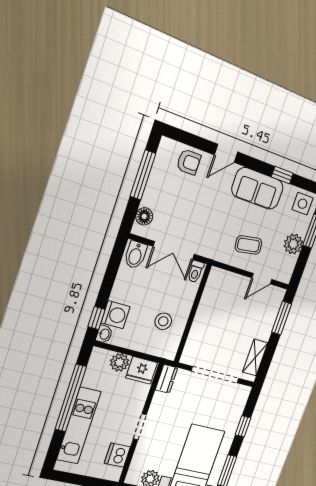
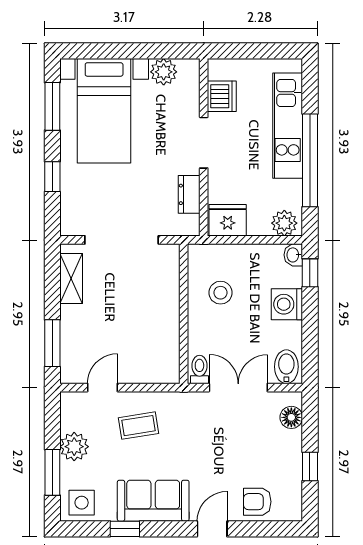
window: (143, 175) -> (310, 467), width x0.46
washing machine: (116, 315) -> (287, 304), moved
plant: (119, 362) -> (284, 223), moved
dresser: (166, 379) -> (189, 194), moved
doorway: (140, 427) -> (204, 143), width x1.38

